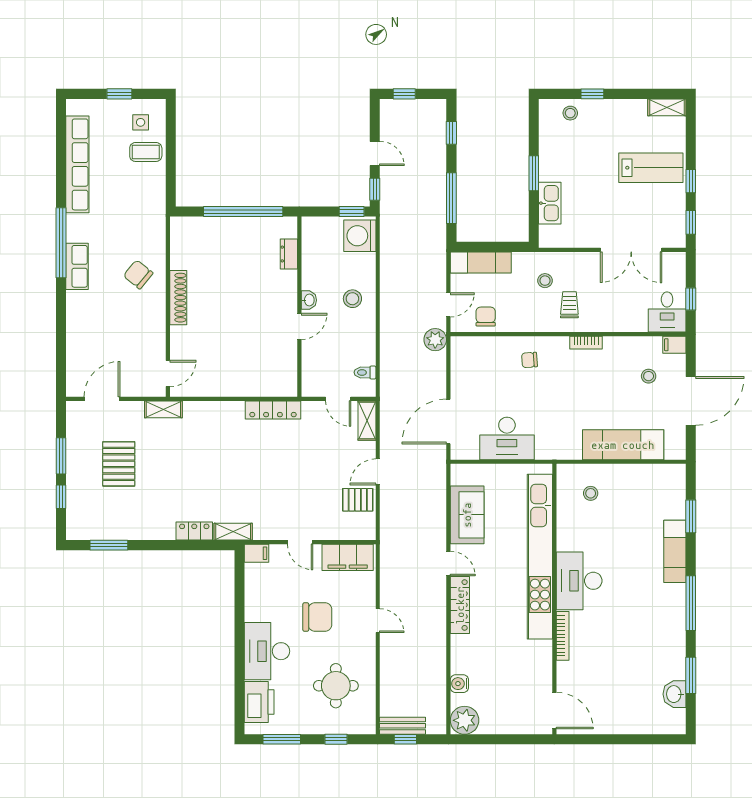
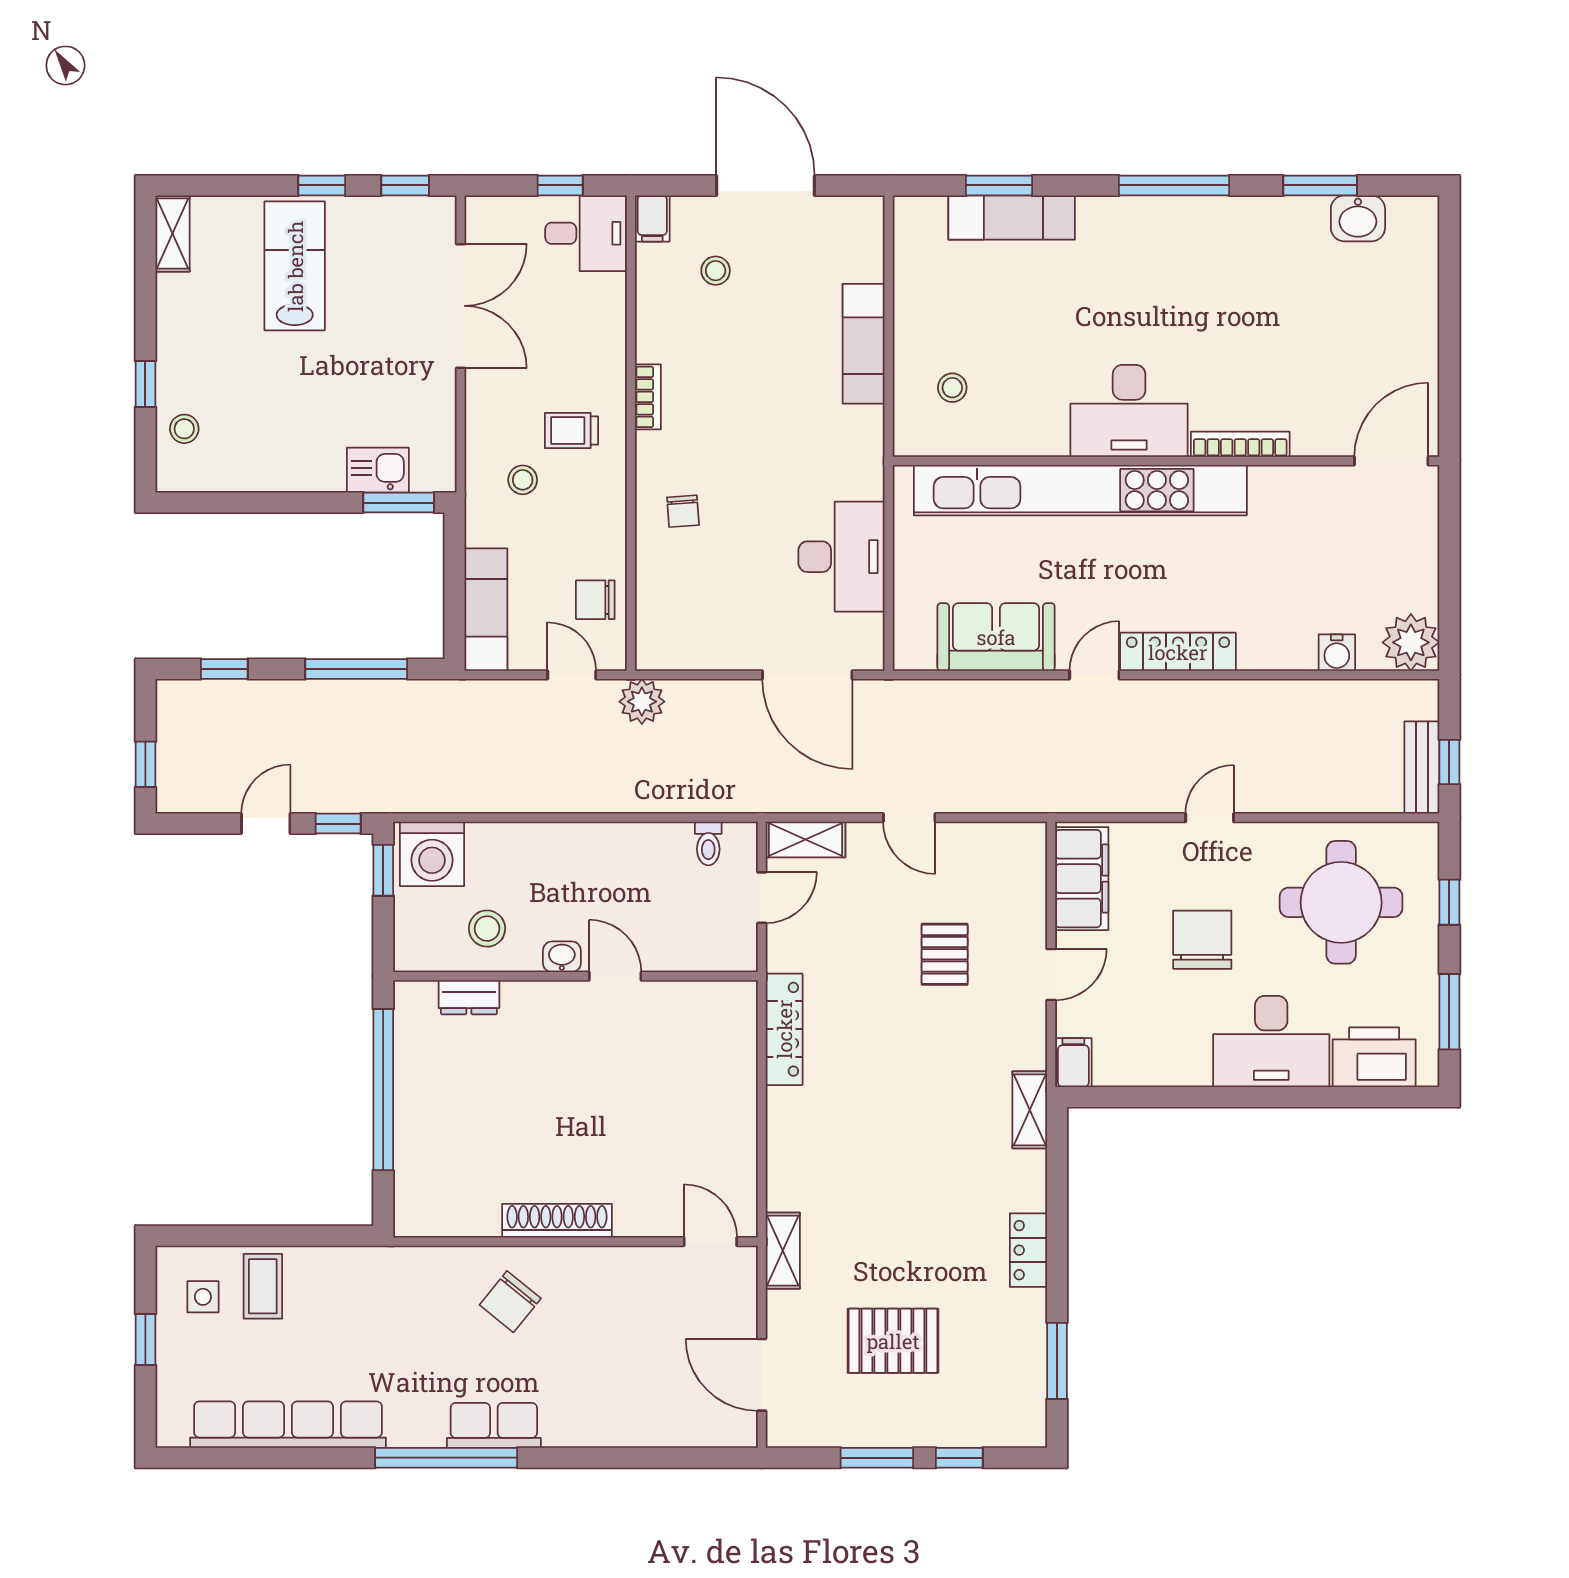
window: (534, 173) -> (399, 503), moved
kitchen sink: (550, 203) -> (378, 470), width x0.73
stool: (352, 299) -> (487, 929), moved
exam couch: (623, 445) -> (864, 344), width x0.73, depth x0.69
pallet: (358, 500) -> (945, 954), moved
locker: (194, 531) -> (1028, 1250), moved
exam couch: (675, 551) -> (1012, 218), moved
round table: (336, 686) -> (1341, 902), width x1.36, depth x1.36

